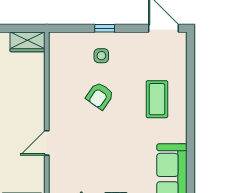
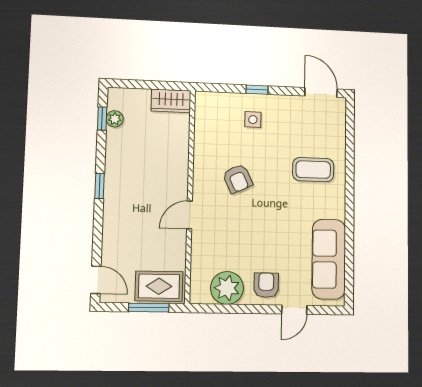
armchair: (100, 96) -> (238, 179), moved, turned -60
coffee table: (157, 99) -> (313, 170), turned 90

